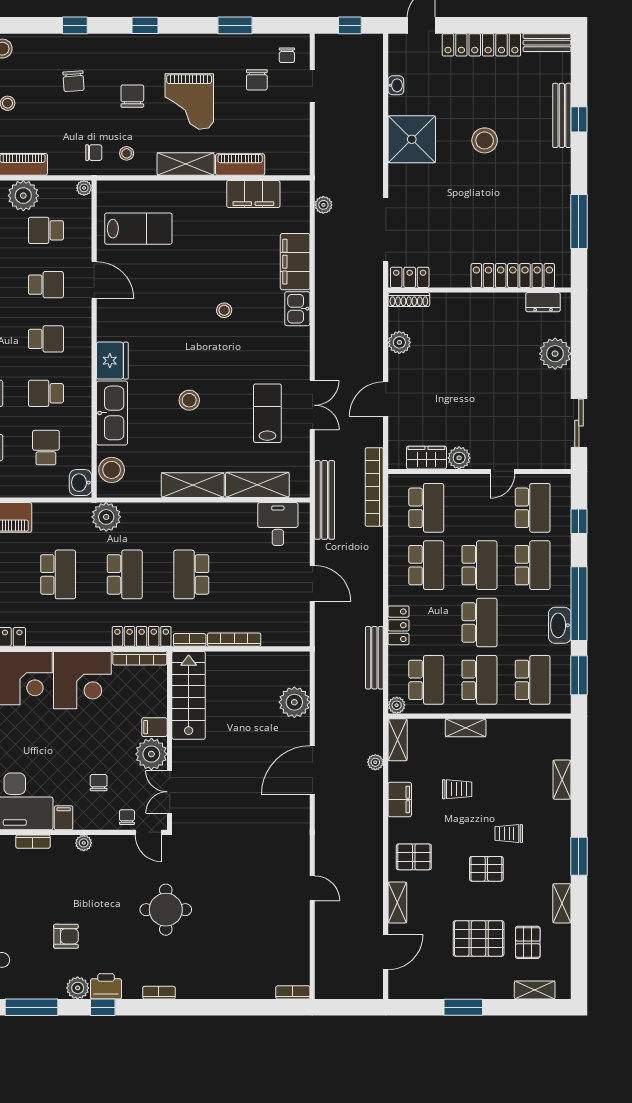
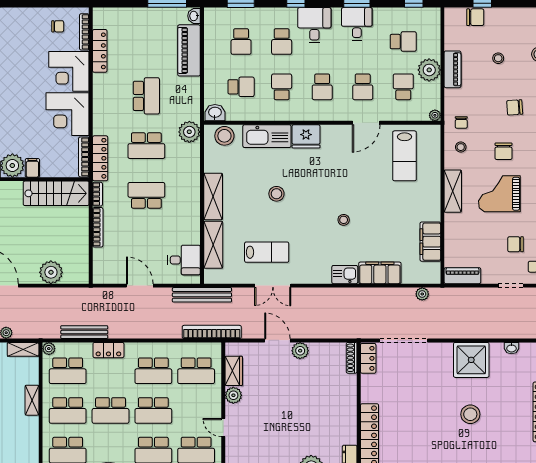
chair: (132, 96) -> (504, 151), turned 90
piano: (240, 165) -> (462, 276), moved, turned -90
plant: (399, 342) -> (300, 351), moved
school desk: (58, 574) -> (146, 96), turned -90
door: (312, 583) -> (140, 286), swing flipped

